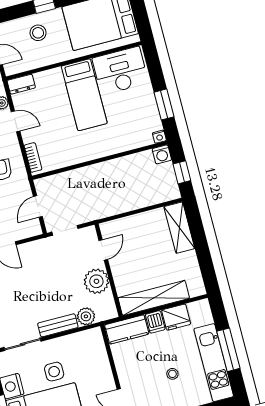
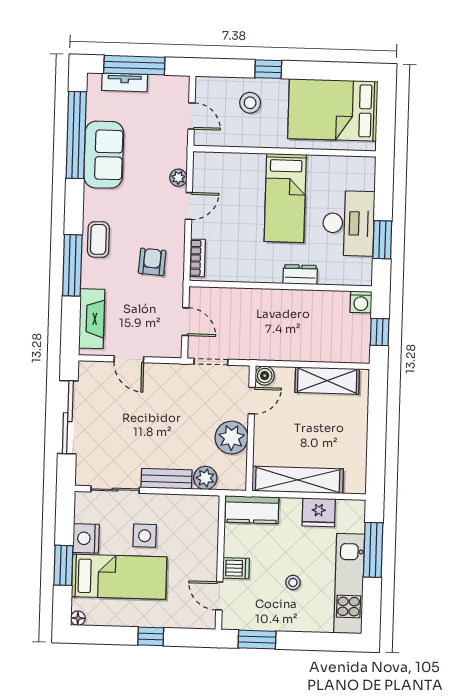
desk: (120, 71) -> (349, 223), moved, turned 90
dresser: (21, 84) -> (300, 275), moved, turned 180
door: (16, 121) -> (189, 206), hinge flipped
nightstand: (159, 137) -> (364, 279), removed
door: (38, 207) -> (185, 322), swing flipped
shelving: (179, 228) -> (327, 381), moved, turned 90
boiler: (107, 229) -> (265, 376), added
dishwasher: (155, 322) -> (236, 568), moved, turned -90
window: (228, 350) -> (373, 550), moved

